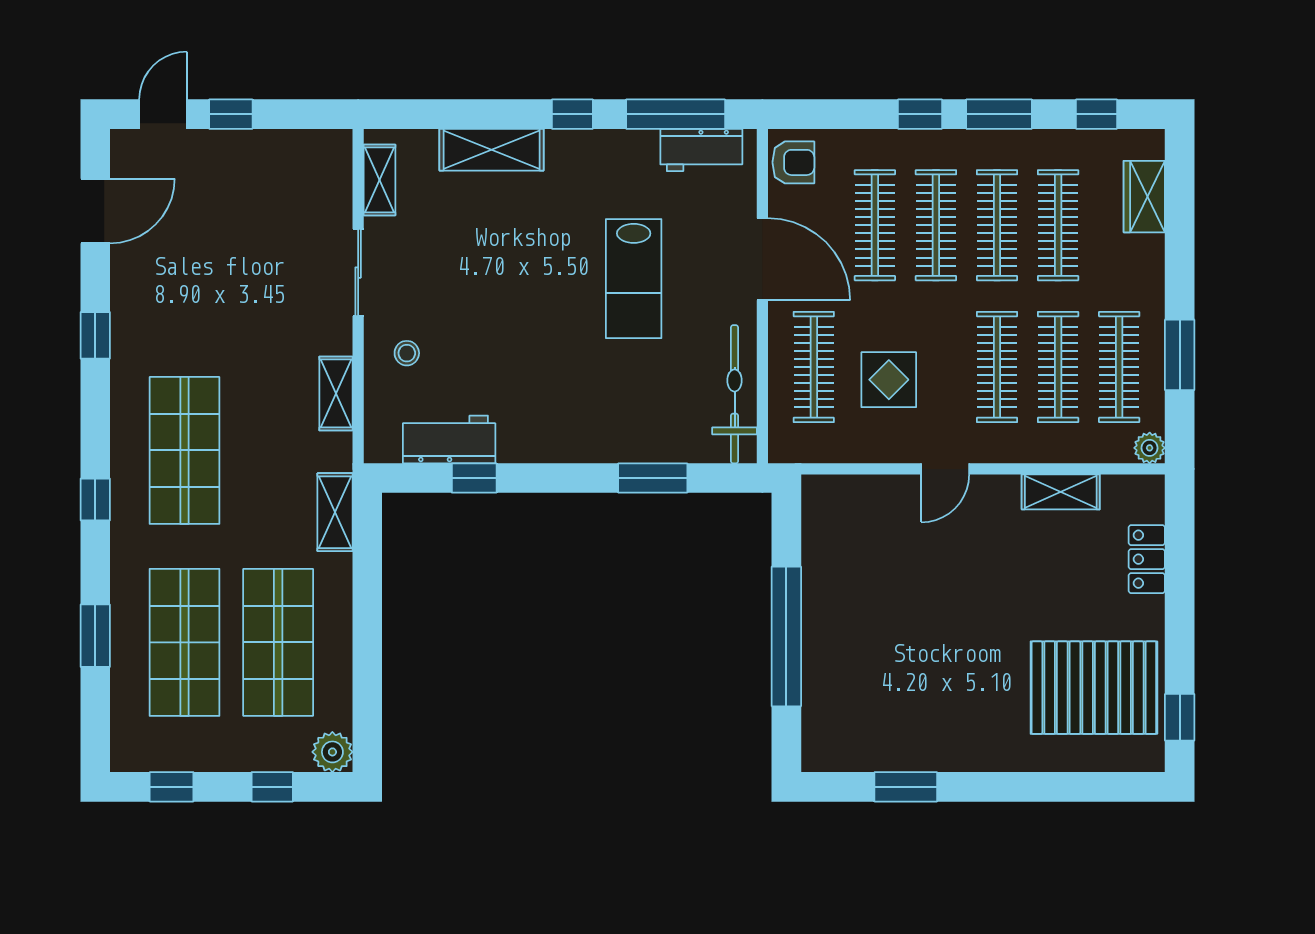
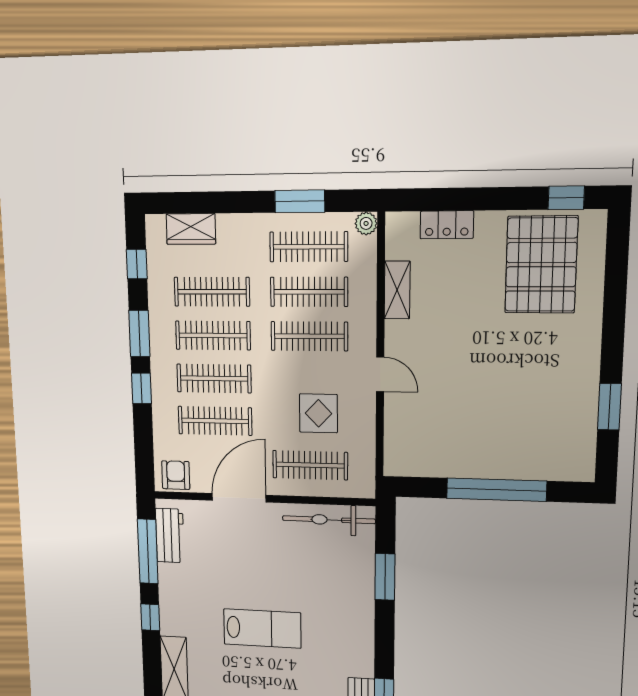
lab bench: (634, 279) -> (262, 629), moved

